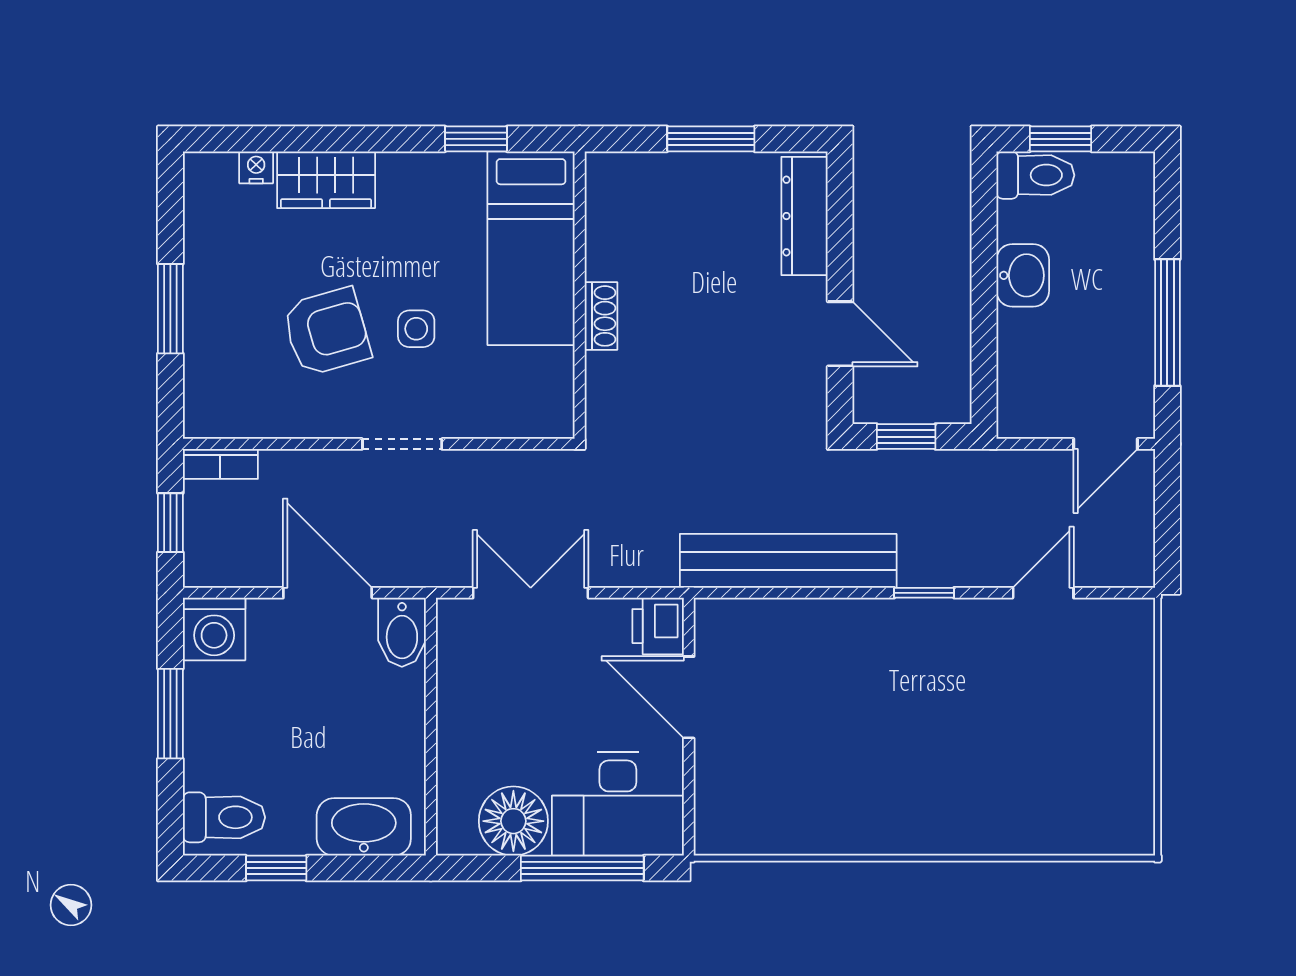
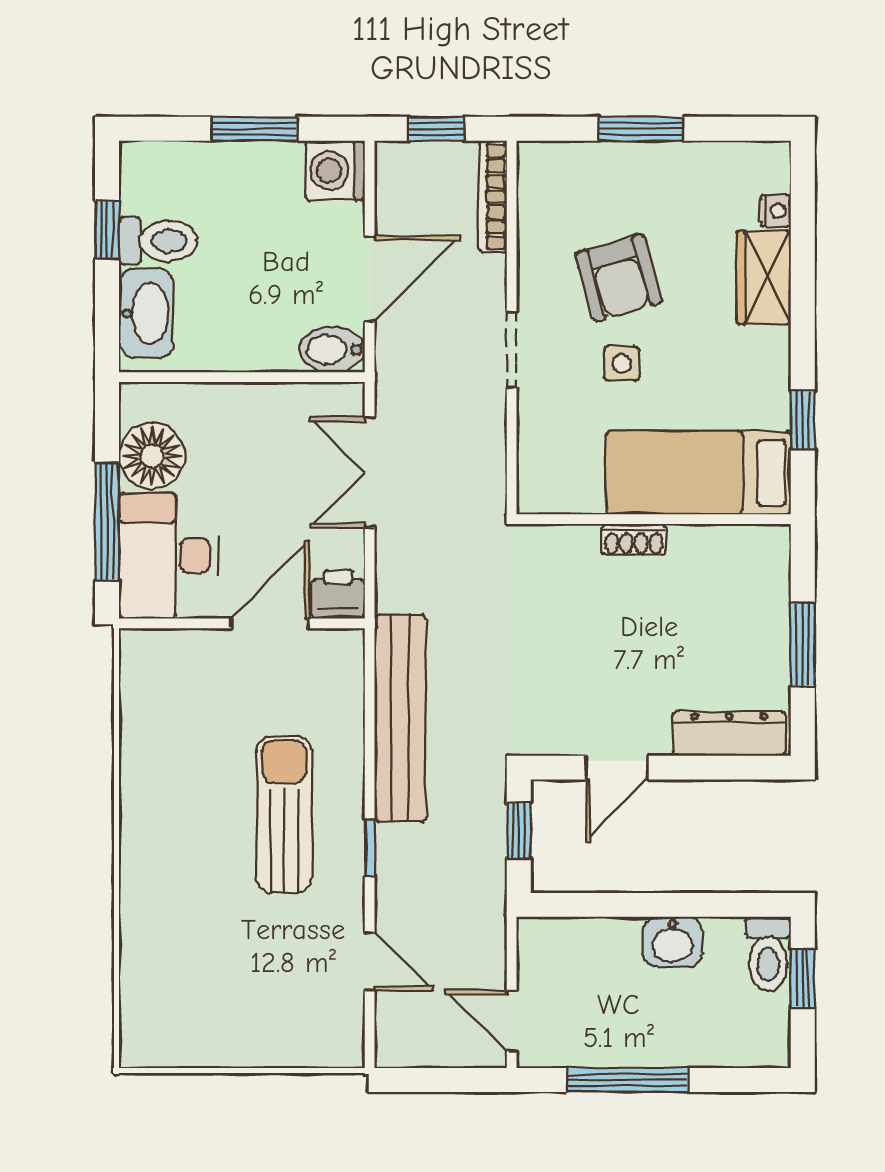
bookcase: (220, 464) -> (493, 197), width x1.56
double door: (531, 593) -> (370, 472), swing flipped
sun lounger: (889, 682) -> (284, 814), added
toilet: (224, 817) -> (158, 241), moved, turned -90

